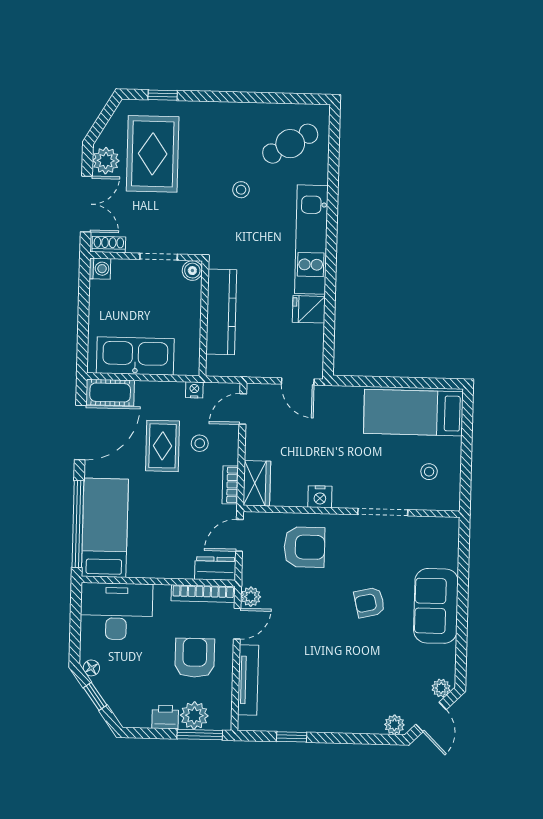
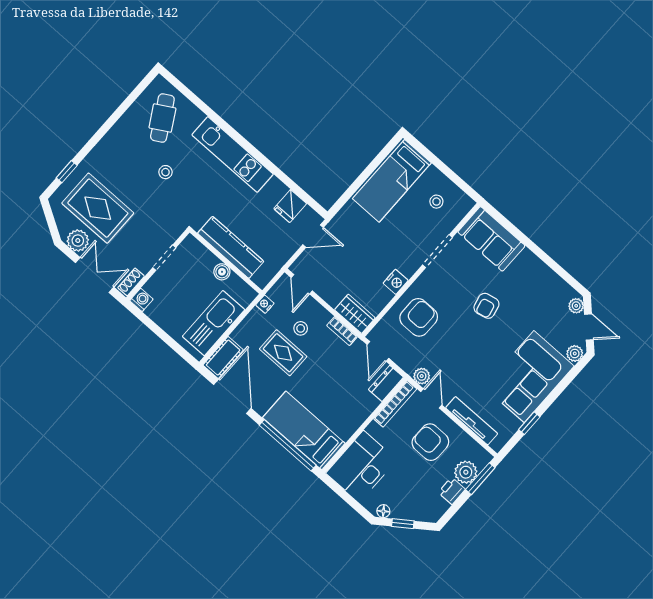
boiler: (192, 271) -> (222, 272), moved
fridge: (309, 309) -> (290, 206), moved
sofa: (436, 606) -> (491, 239), moved
corner sofa: (336, 700) -> (529, 377), added

